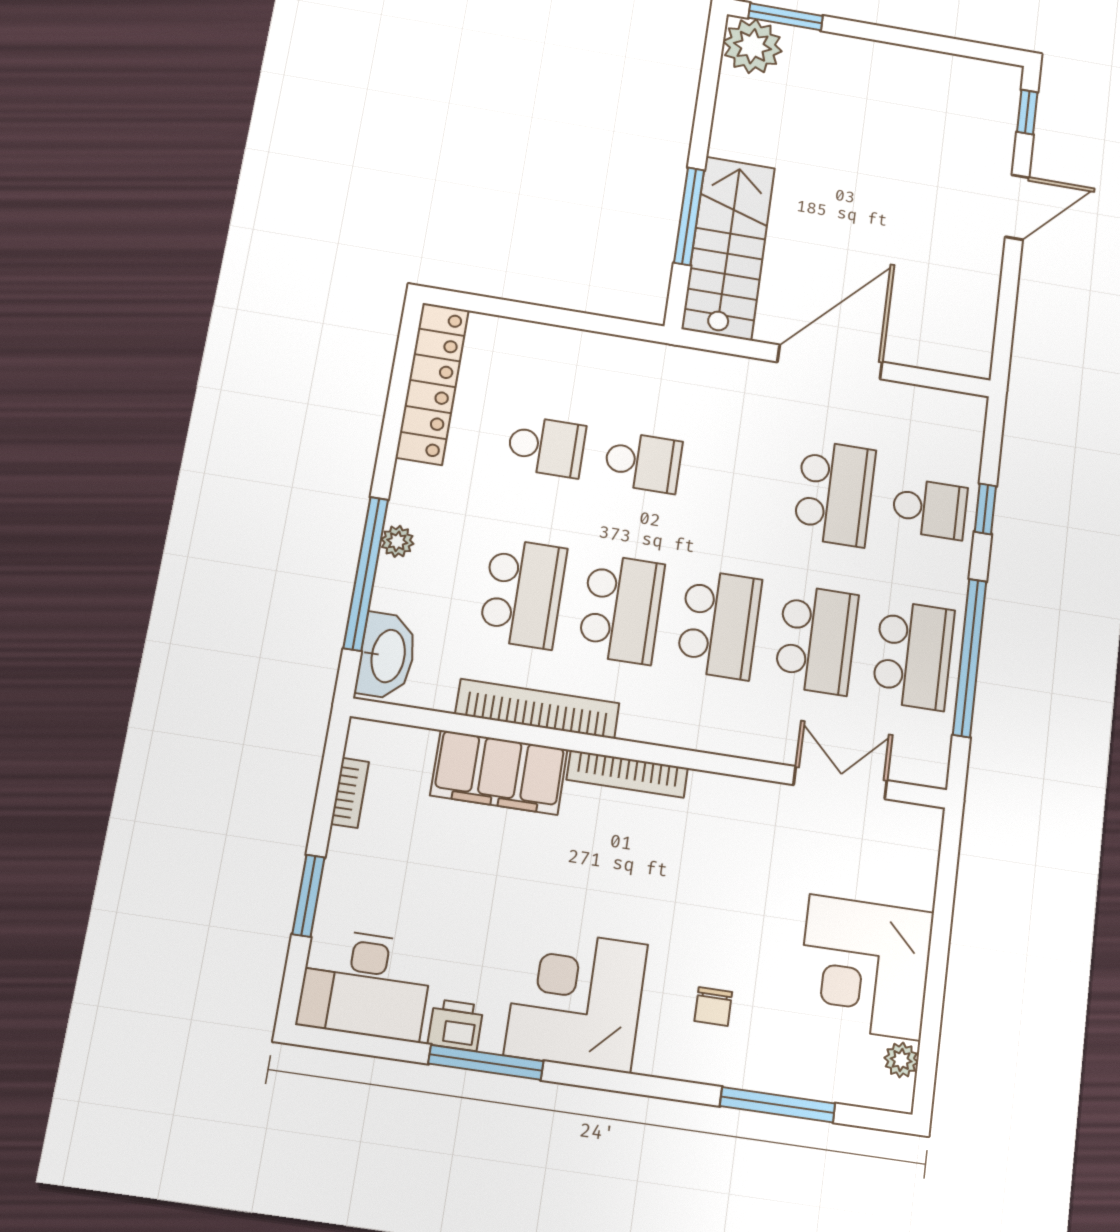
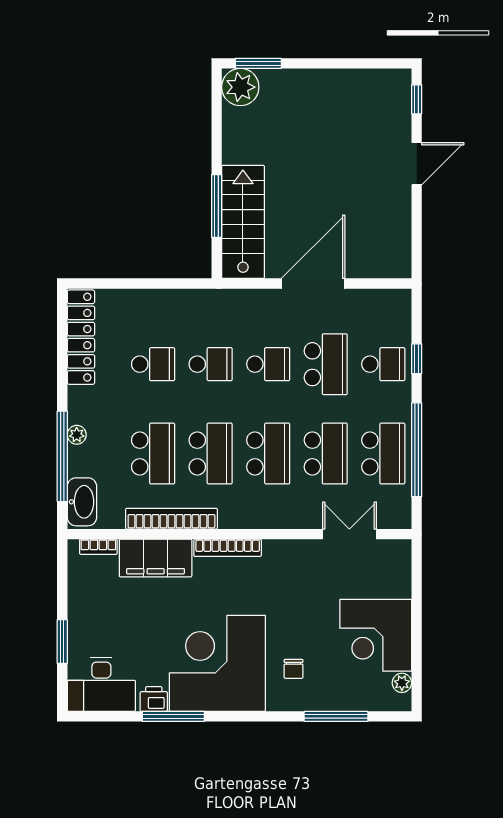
school desk: (739, 478) -> (268, 364), added
bookcase: (350, 793) -> (98, 547), moved, turned 90
corner desk: (576, 1000) -> (217, 663), width x1.36, depth x1.36

